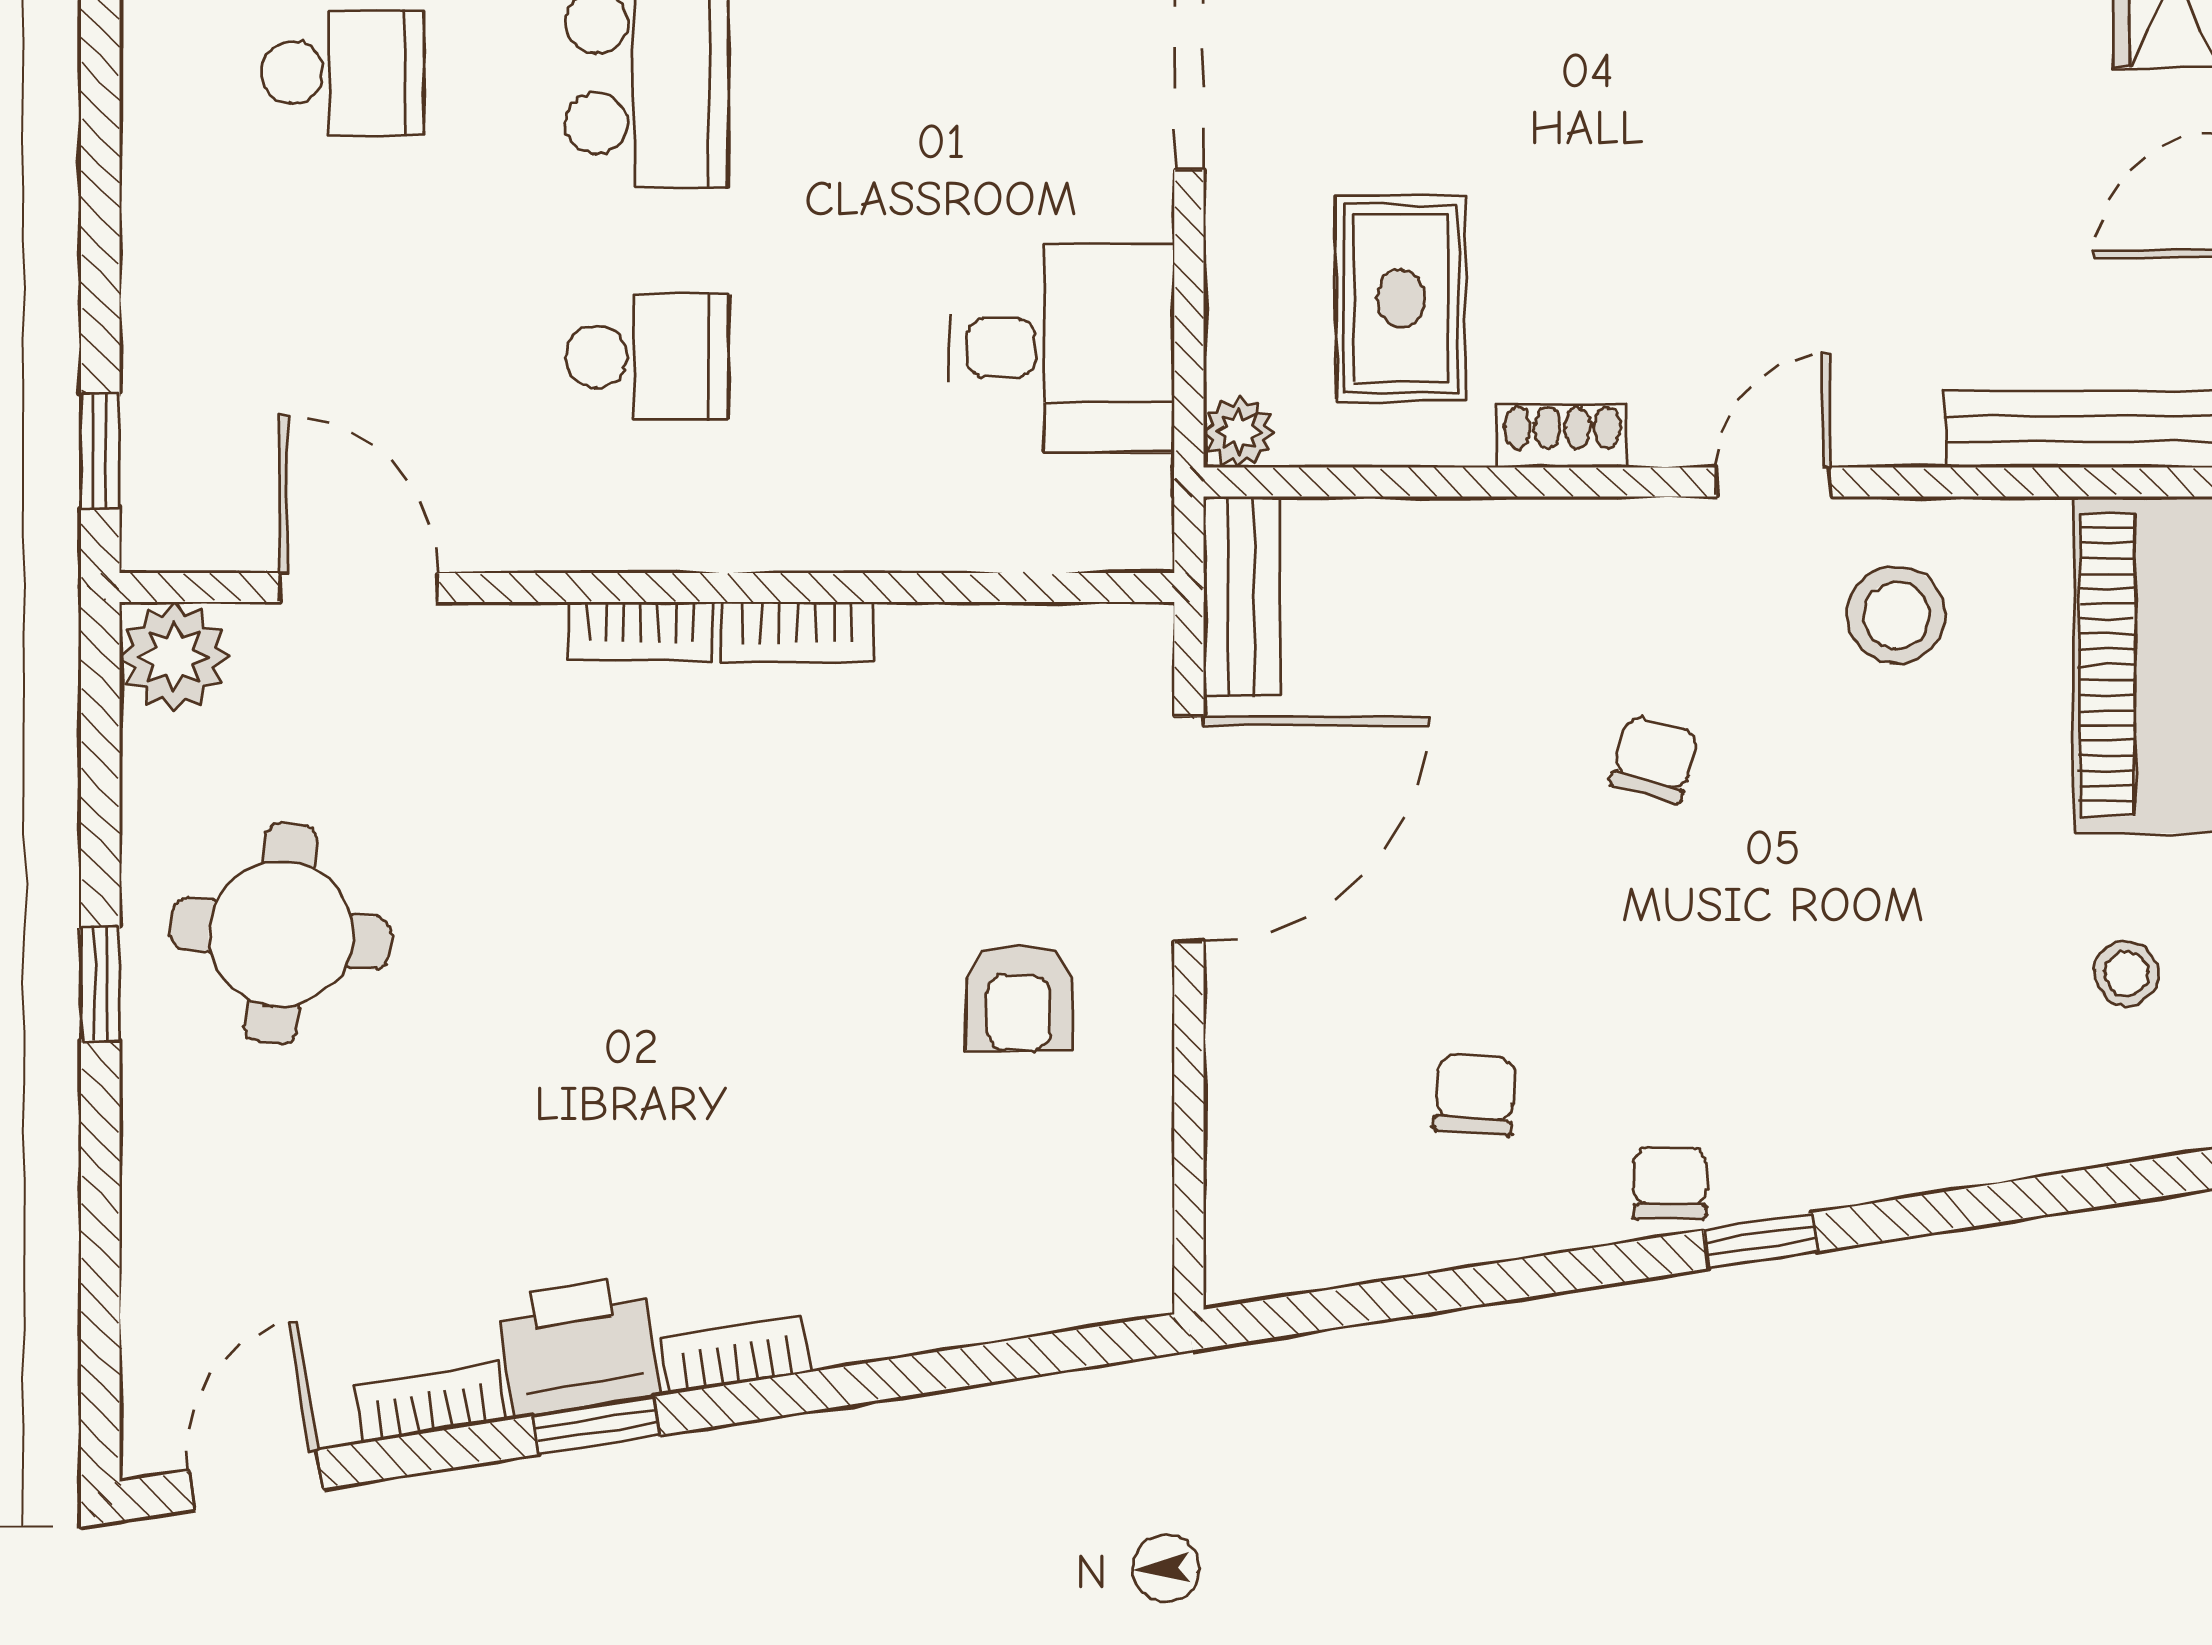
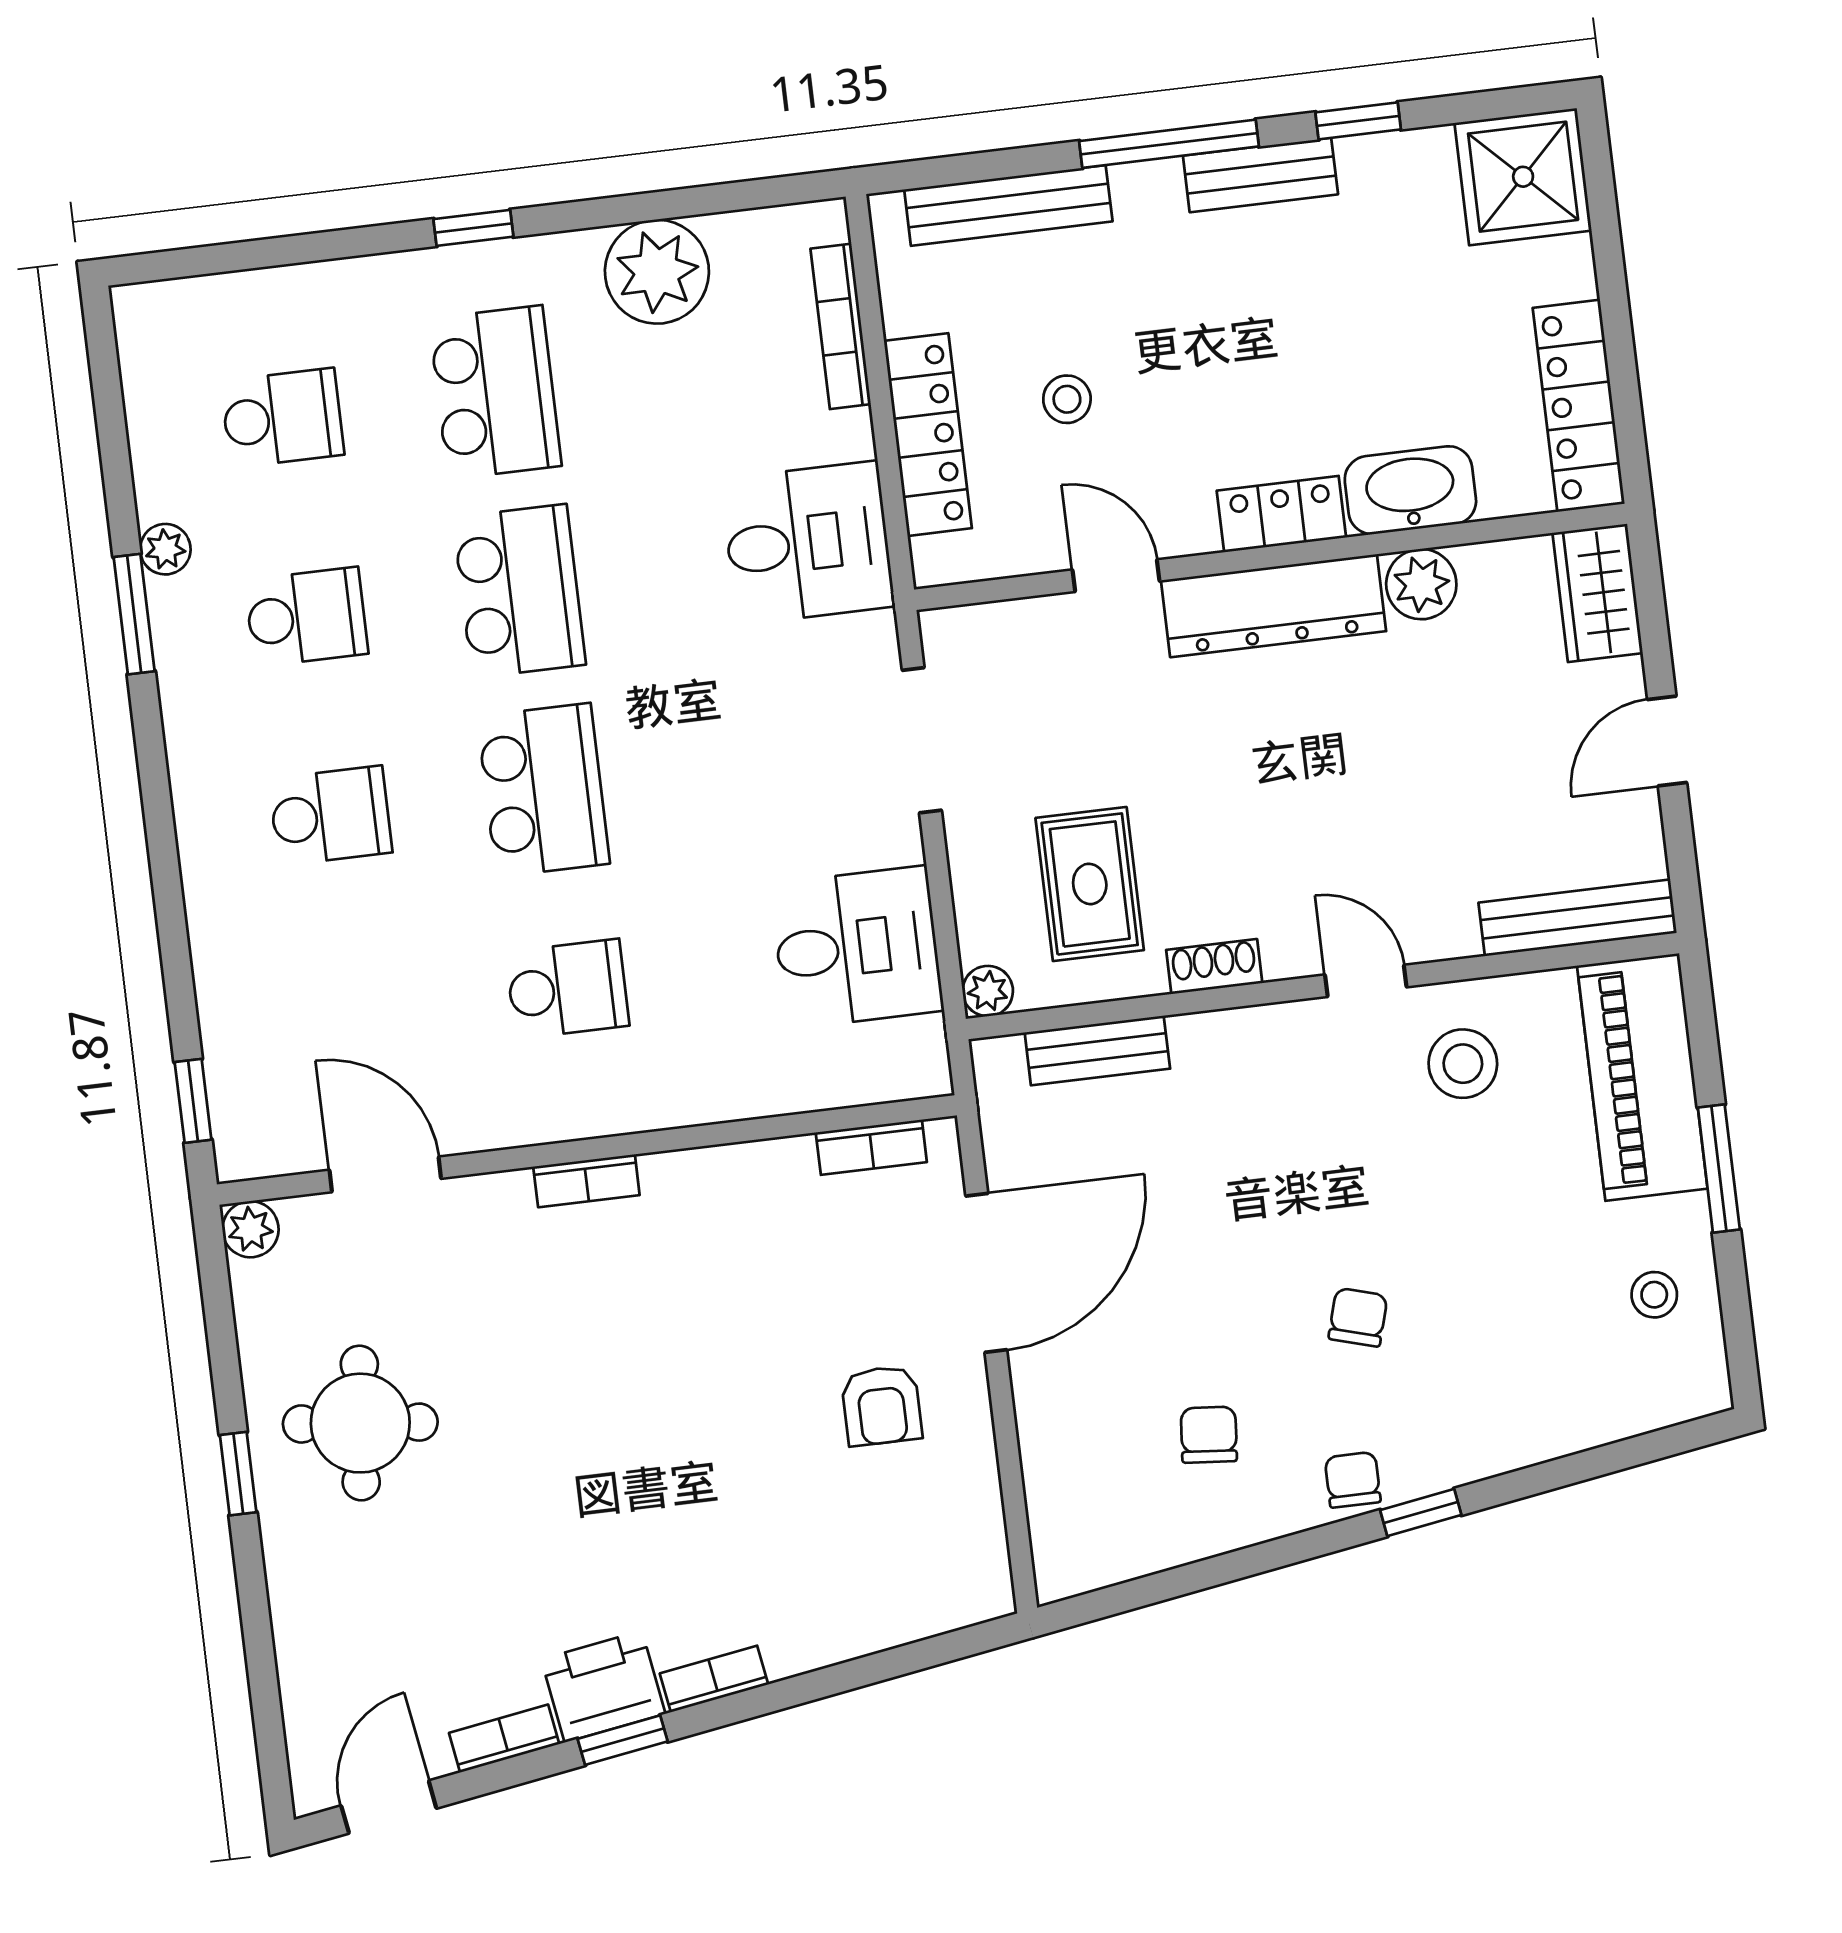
door: (1774, 482) -> (1366, 981), hinge flipped
bench: (1241, 596) -> (1097, 1051), moved, turned 90
bookcase: (797, 632) -> (871, 1147), moved
plant: (174, 657) -> (250, 1229), width x0.73, depth x0.73
chair: (1654, 759) -> (1358, 1317), moved

